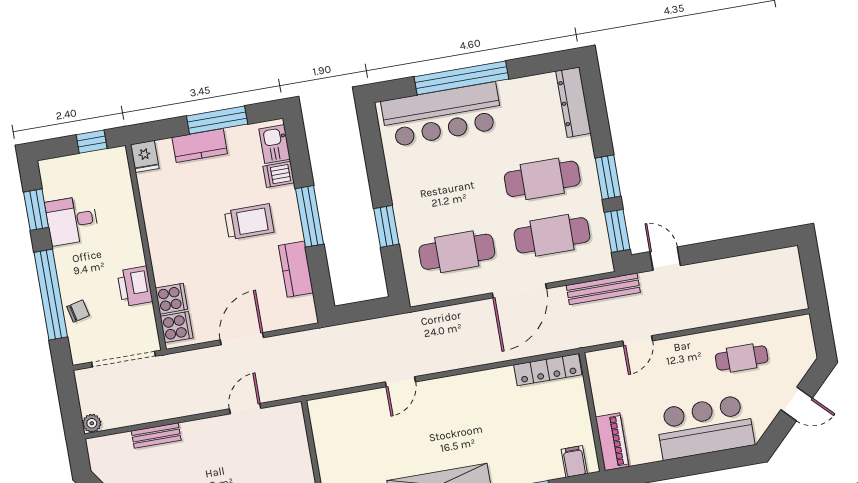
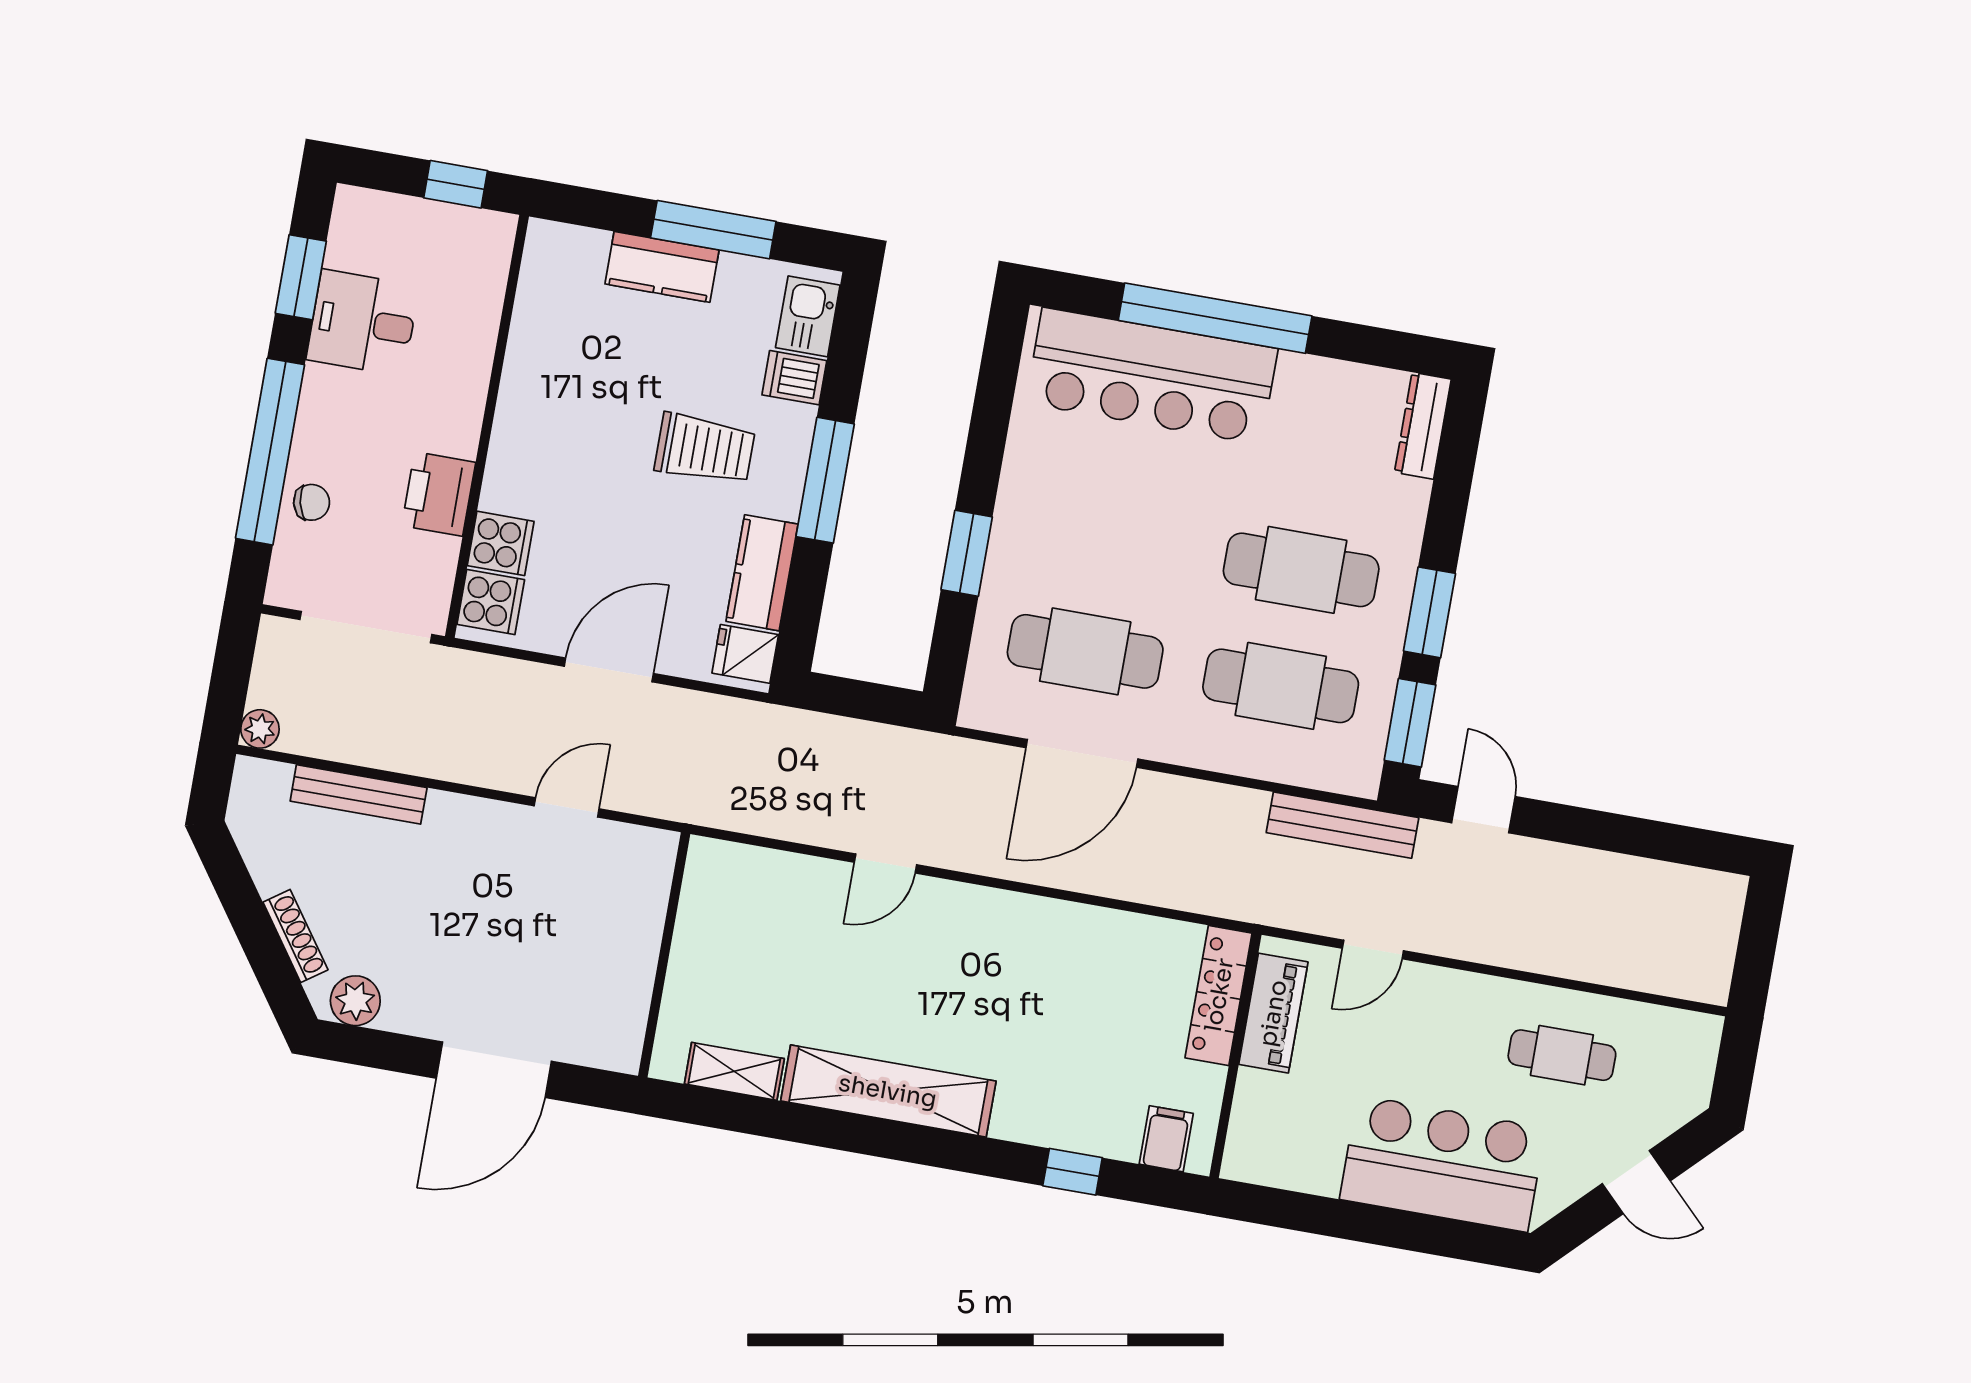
dresser: (573, 102) -> (1423, 426), width x0.73, depth x0.80
fridge: (145, 156) -> (745, 654), moved, turned 90
door: (519, 291) -> (1082, 753), moved
locker: (548, 370) -> (1219, 995), moved, turned 90
bench: (156, 435) -> (359, 794), width x1.36
piano: (612, 442) -> (1273, 1013), moved

